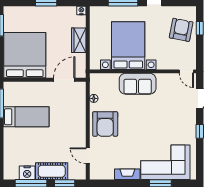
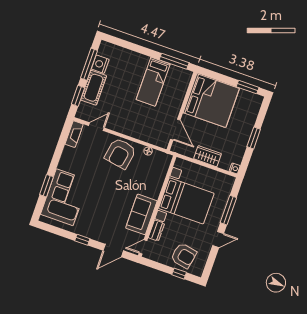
dresser: (166, 64) -> (156, 230), added
sofa: (138, 84) -> (141, 214), moved
armchair: (105, 124) -> (120, 153), turned -80
fireplace: (127, 174) -> (74, 134), moved

